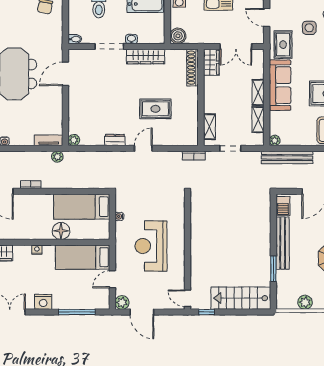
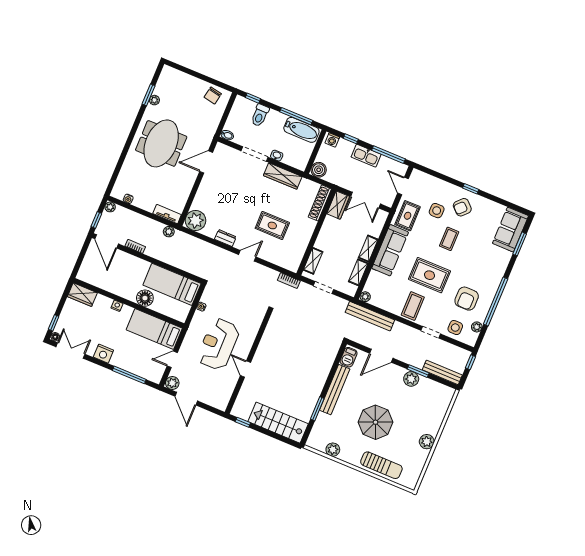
plant: (74, 140) -> (196, 220), width x1.88, depth x1.88
door: (187, 298) -> (245, 369), moved

